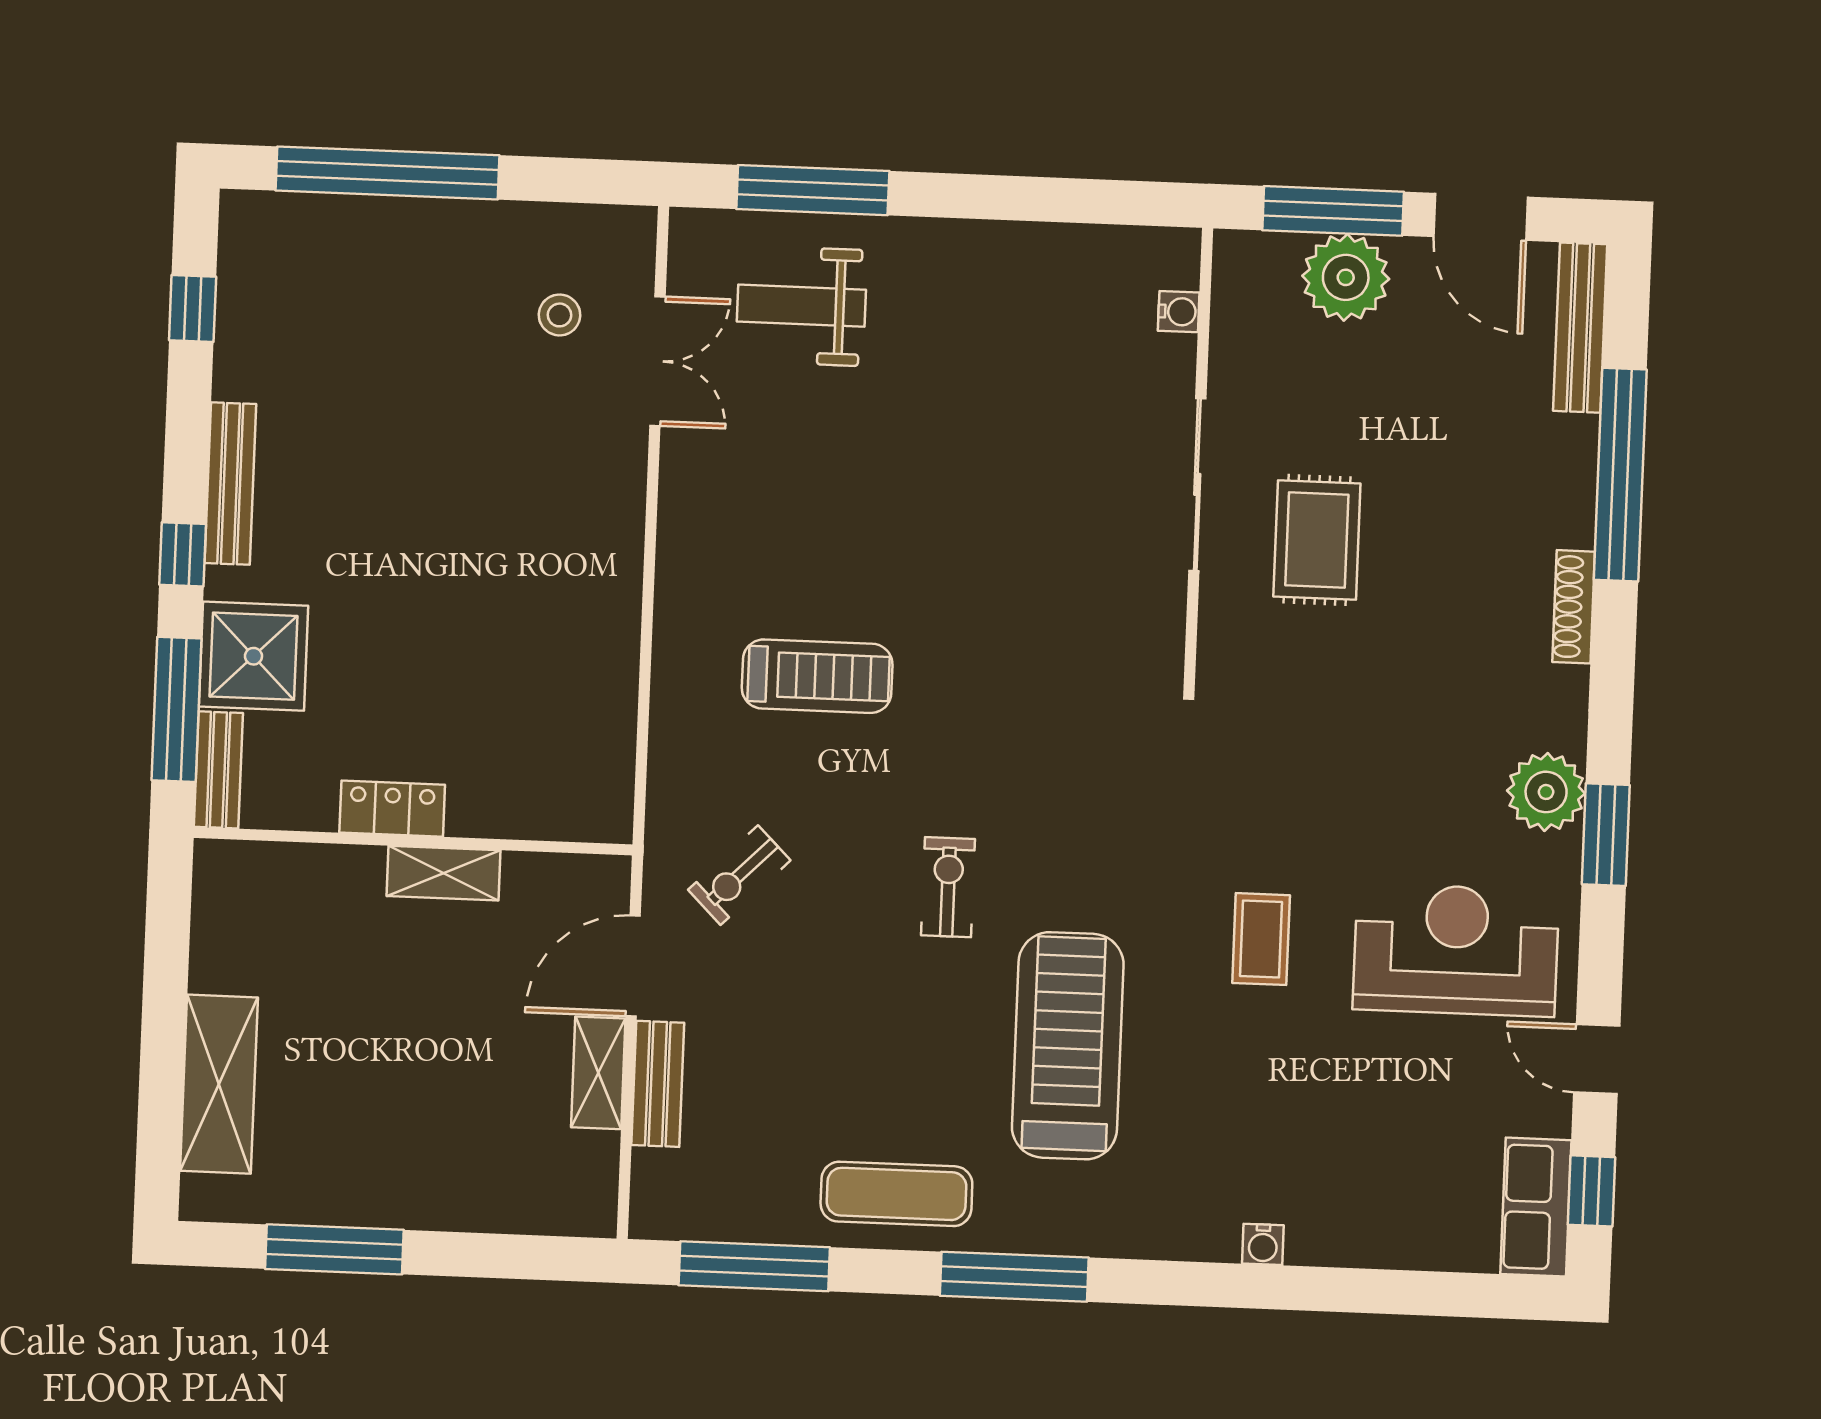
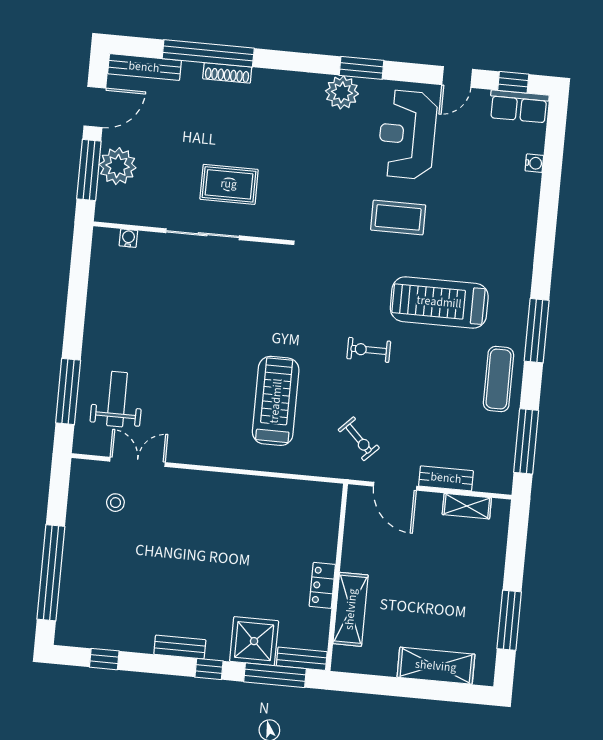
weight bench: (801, 306) -> (117, 399), turned 180
bench: (230, 484) -> (180, 647), width x0.73
shoe rack: (1574, 607) -> (227, 73), moved
treadmill: (817, 676) -> (276, 401), width x1.37, depth x1.38
shelving: (443, 873) -> (351, 609), moved, width x1.50, depth x1.33
coffee table: (1261, 939) -> (398, 217), width x1.36, depth x1.30
shelving: (598, 1073) -> (467, 506), moved
water cooler: (1263, 1244) -> (534, 163), moved

